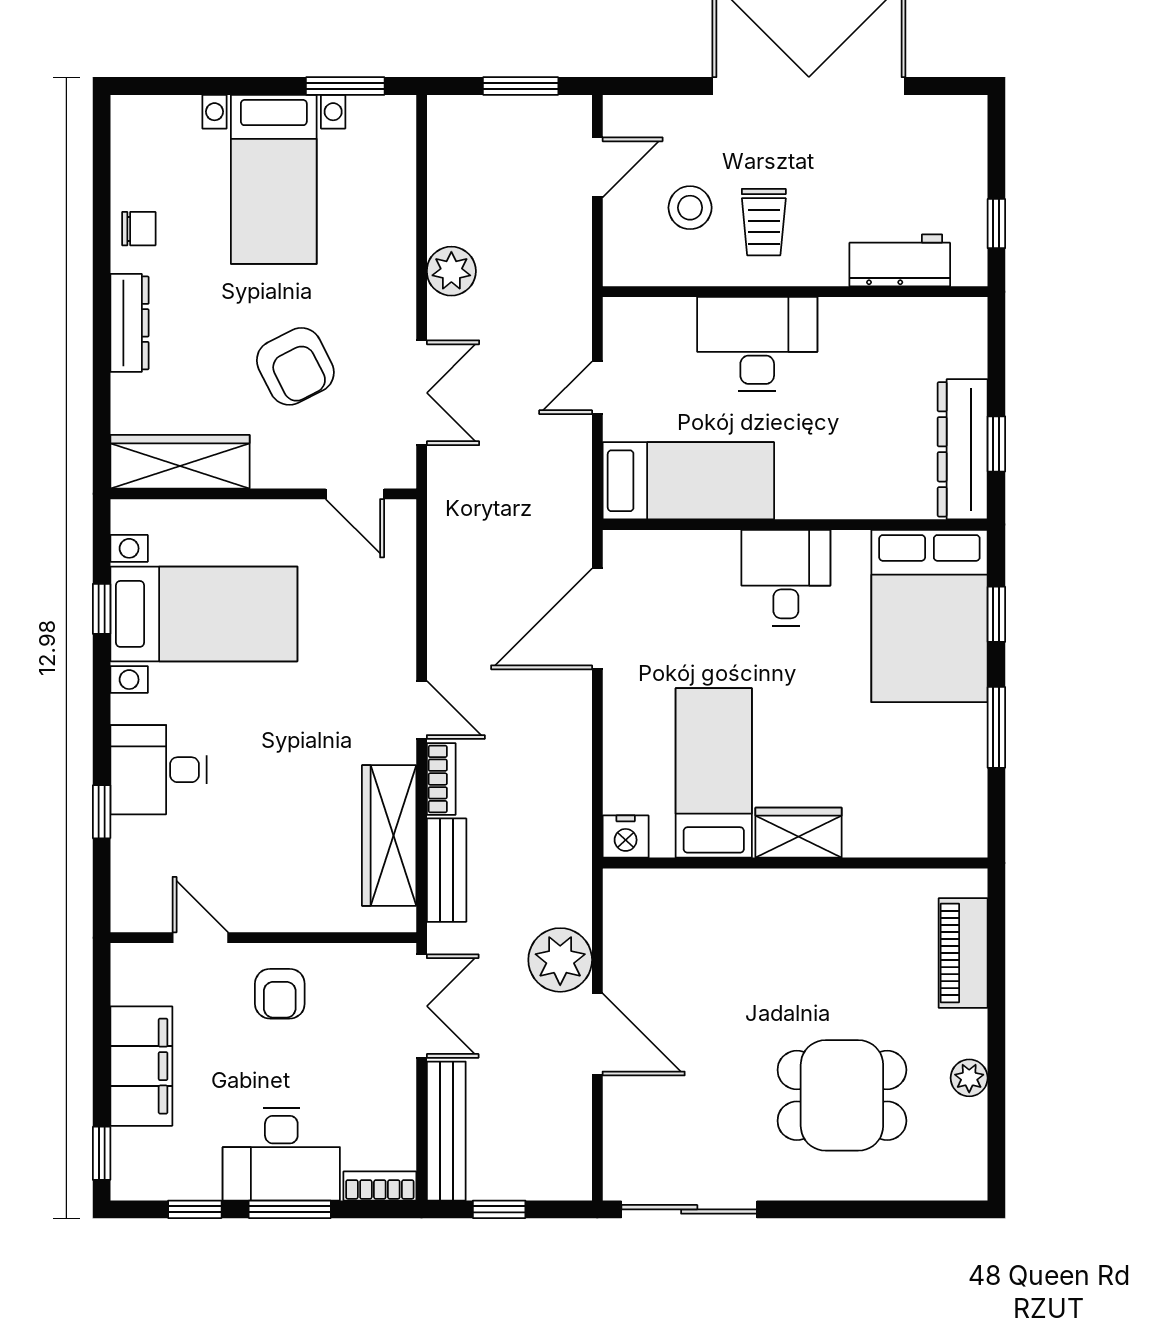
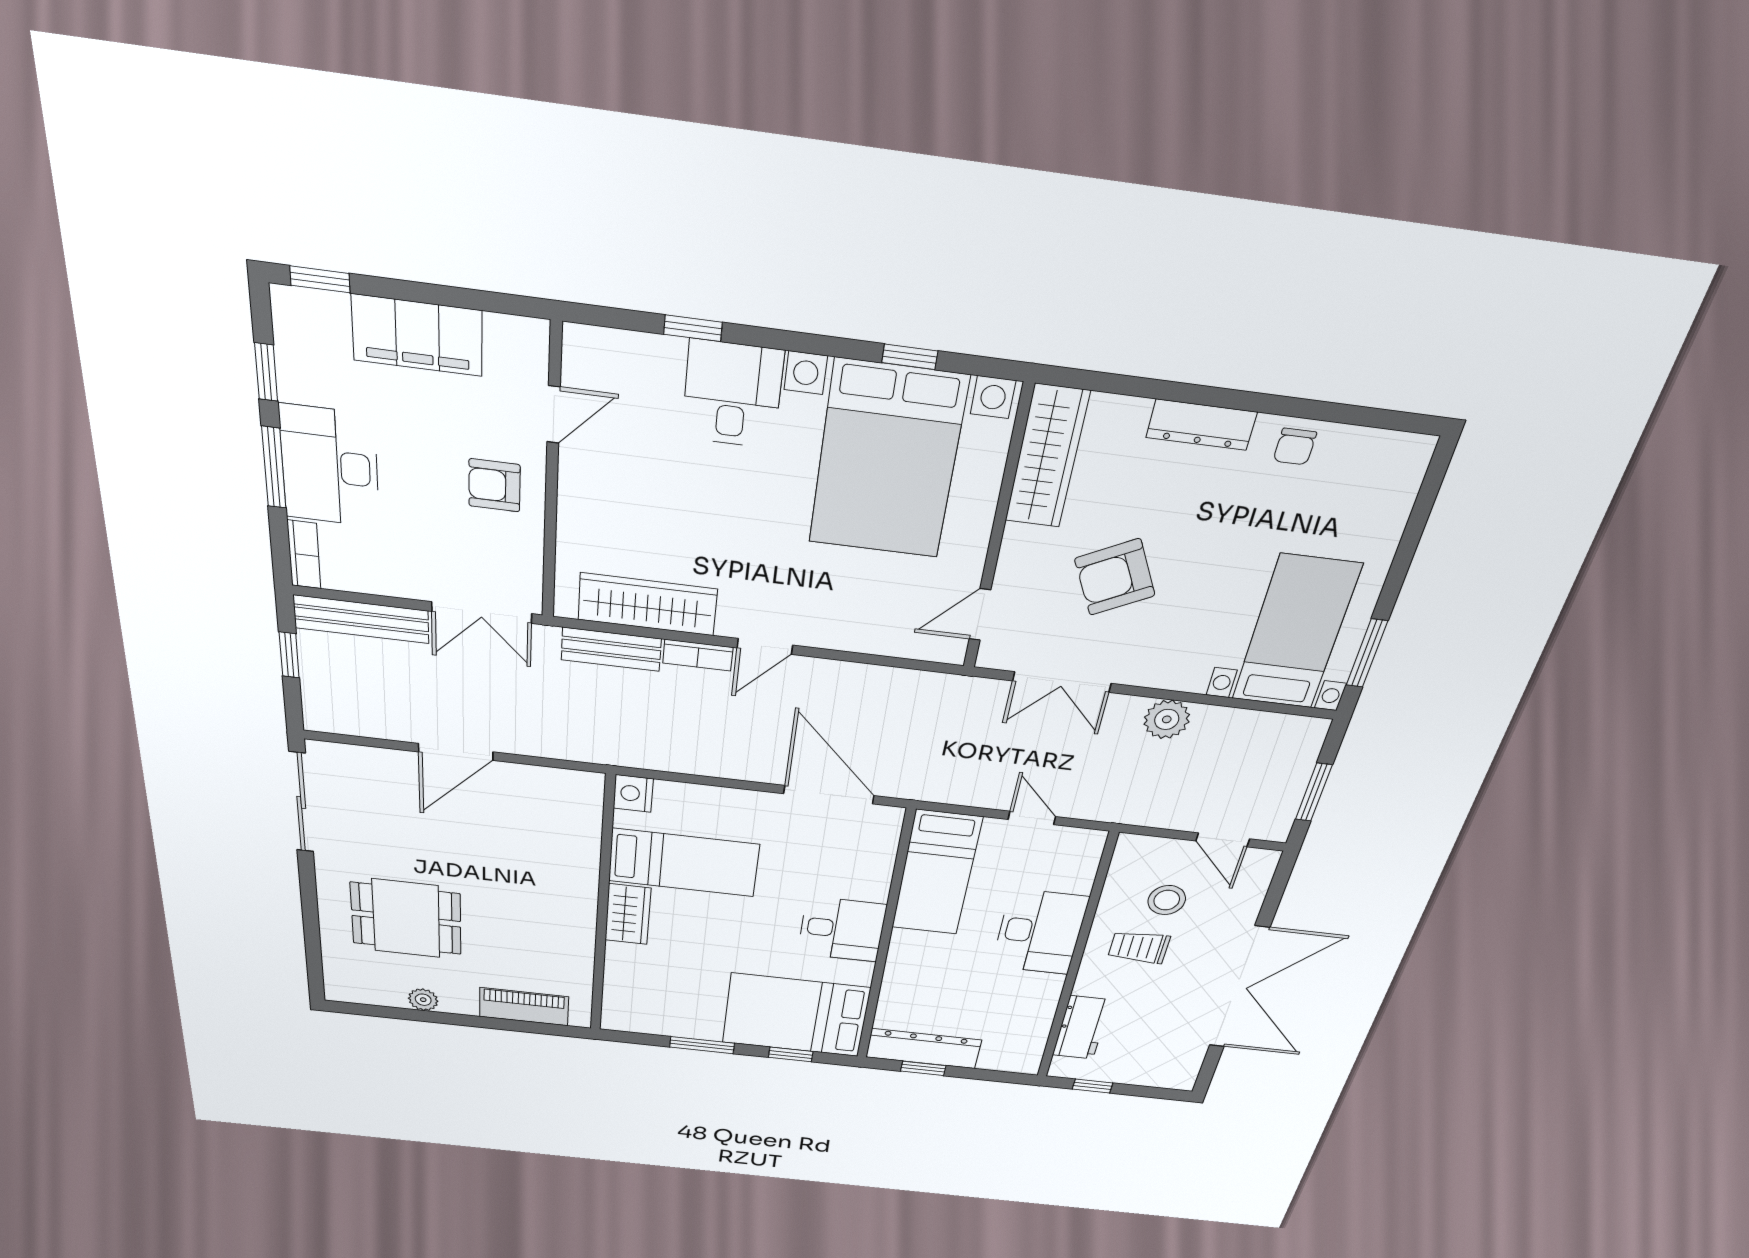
bed with nightstands: (274, 179) -> (1296, 633), moved, turned 90
bed with nightstands: (204, 614) -> (887, 461), width x1.36
plant: (560, 960) -> (524, 731), removed
dining table: (842, 1095) -> (406, 918), turned 90

